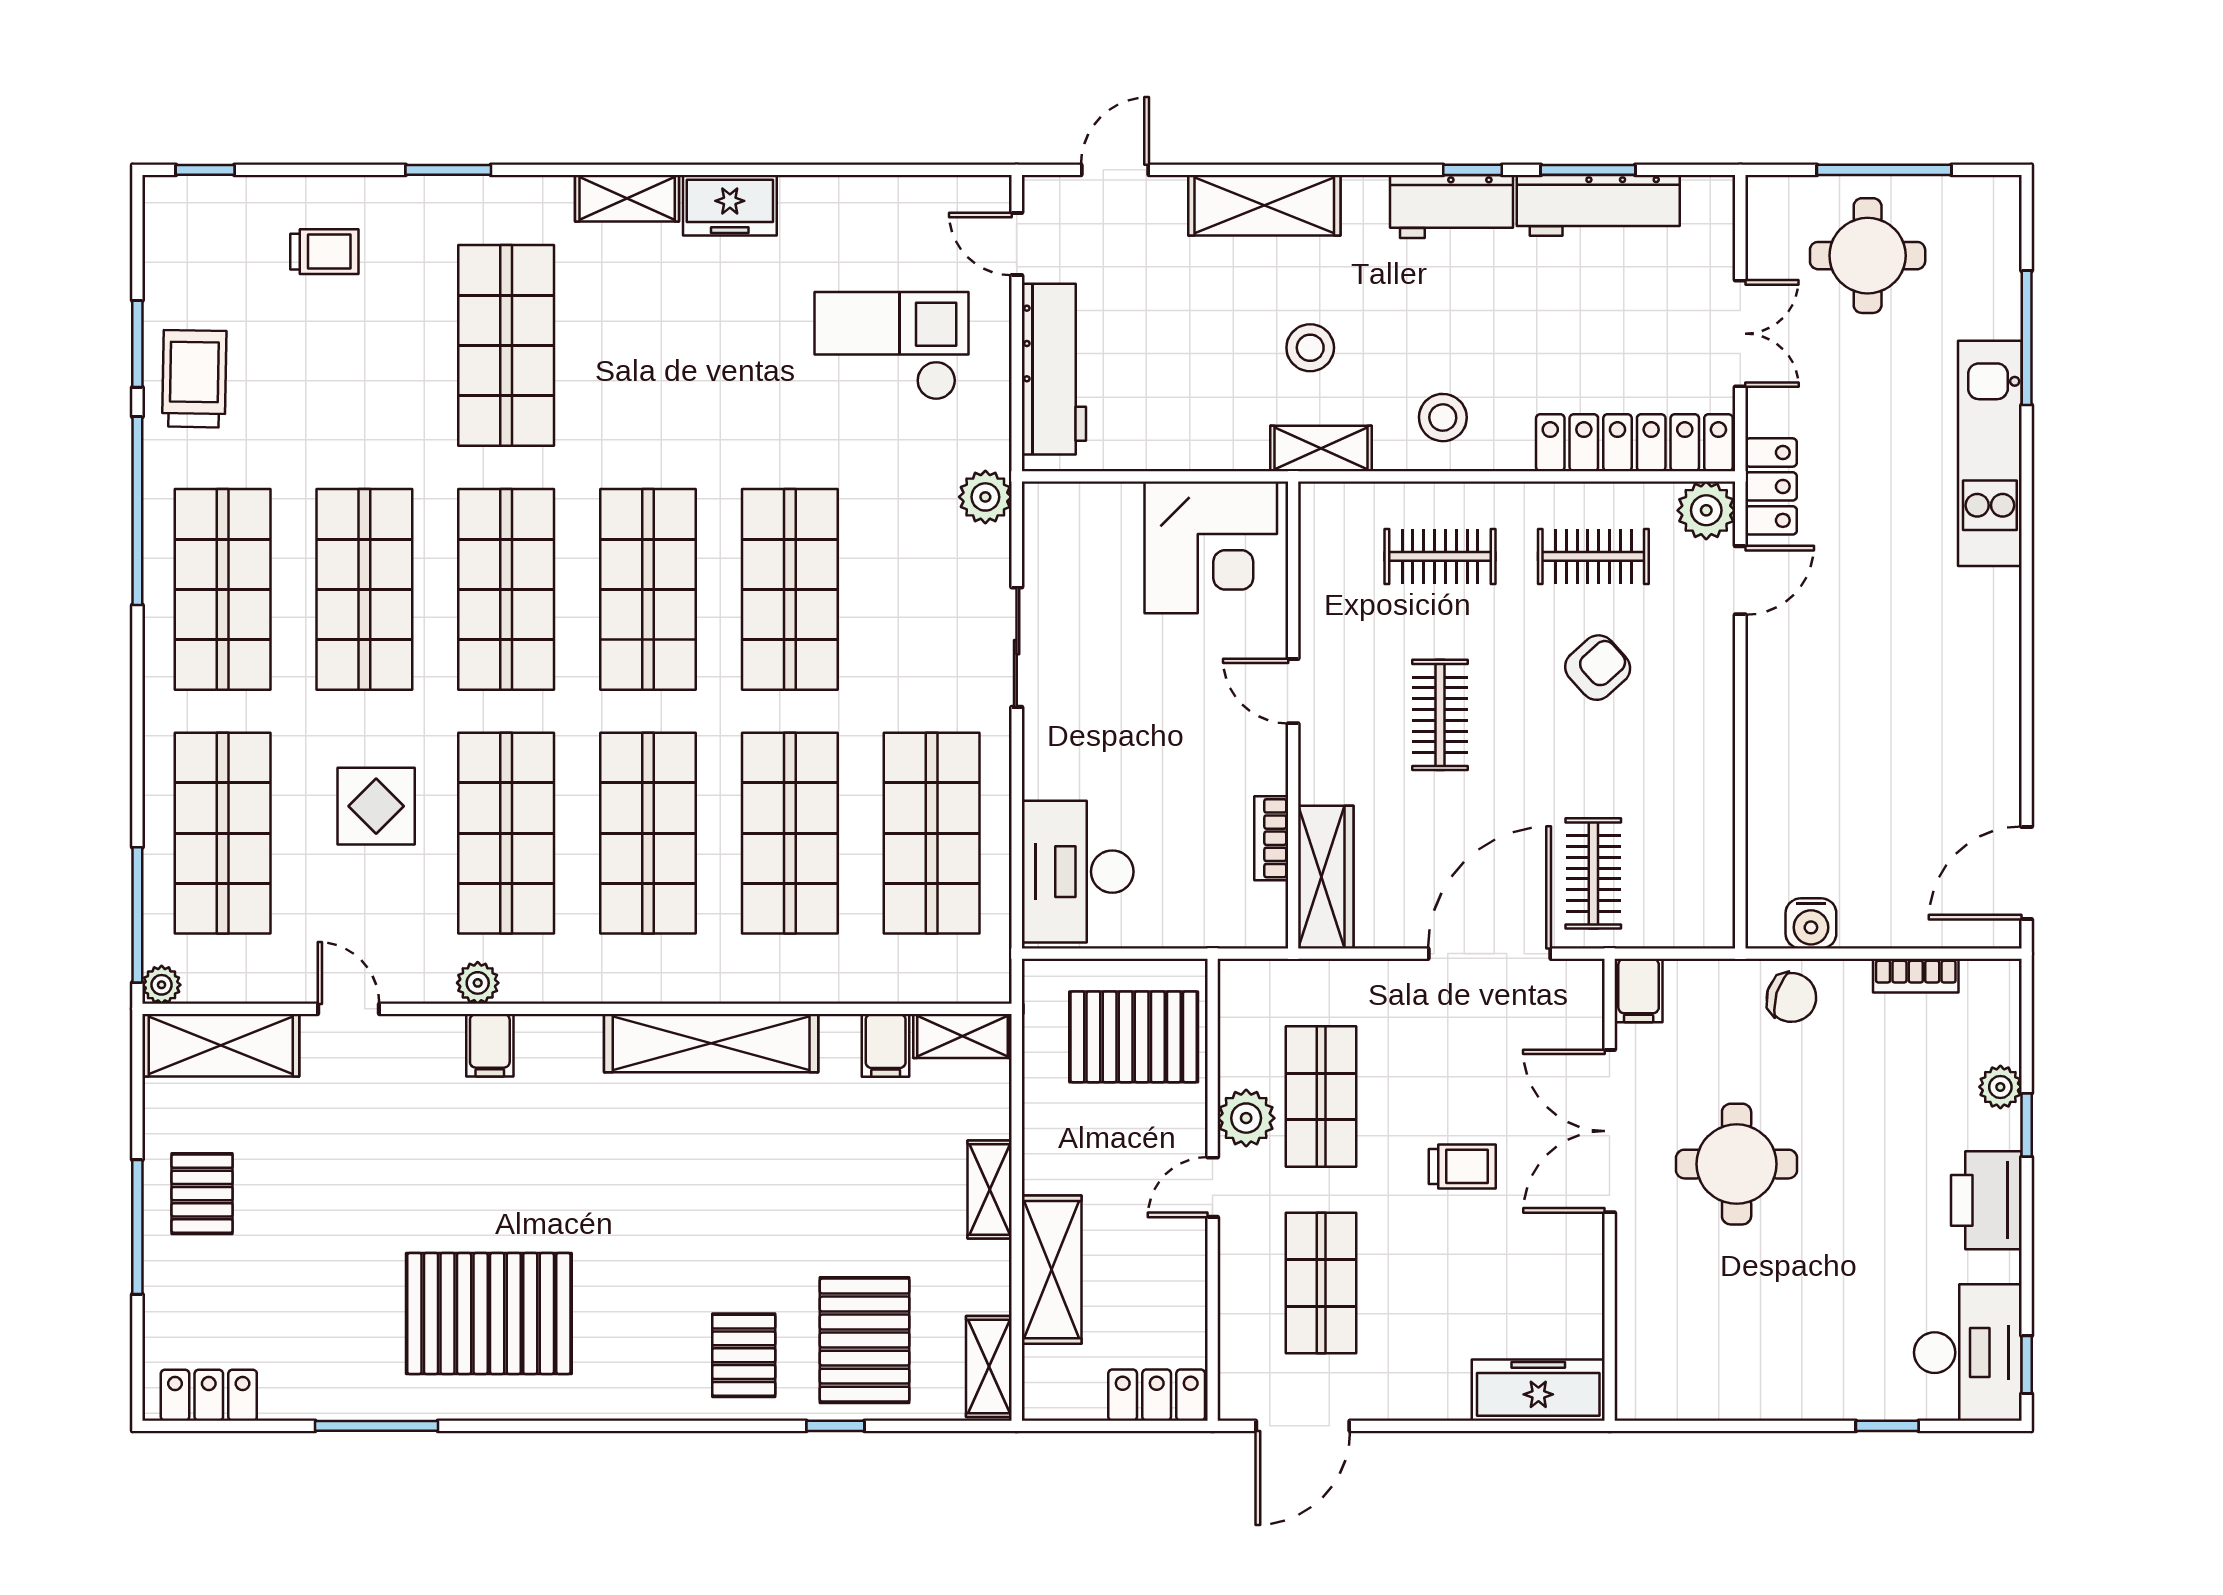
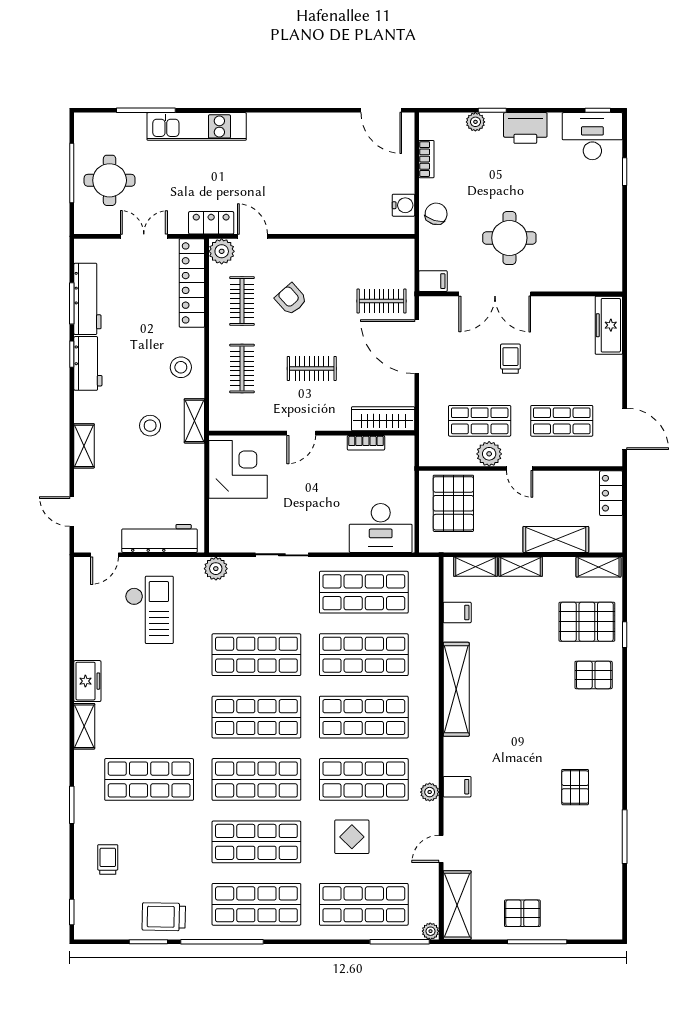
shelving: (1264, 205) -> (84, 446), width x0.67, depth x0.75
checkout: (892, 346) -> (149, 610), turned 180
shelving: (962, 1036) -> (476, 567), moved, turned 90
pallet: (489, 1313) -> (575, 787), width x0.49, depth x0.50
locker: (209, 1395) -> (611, 910), removed

